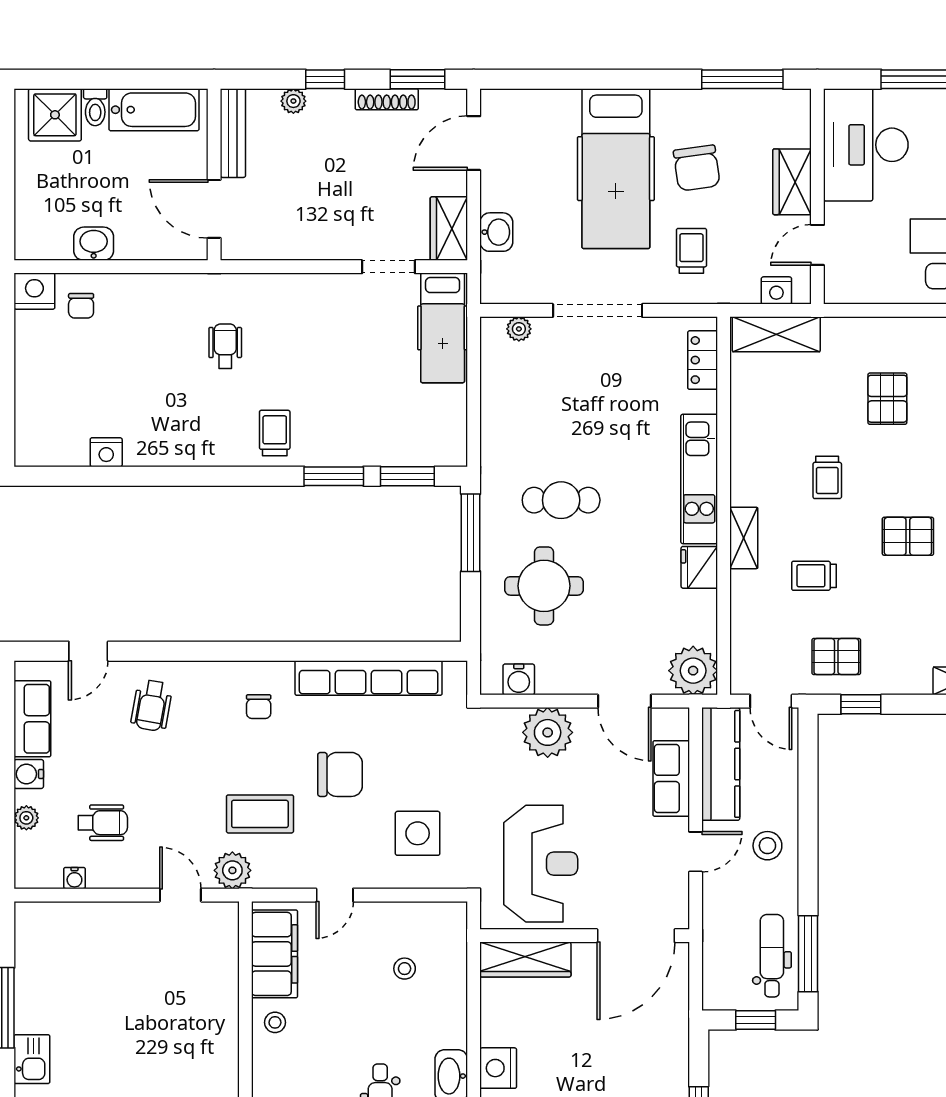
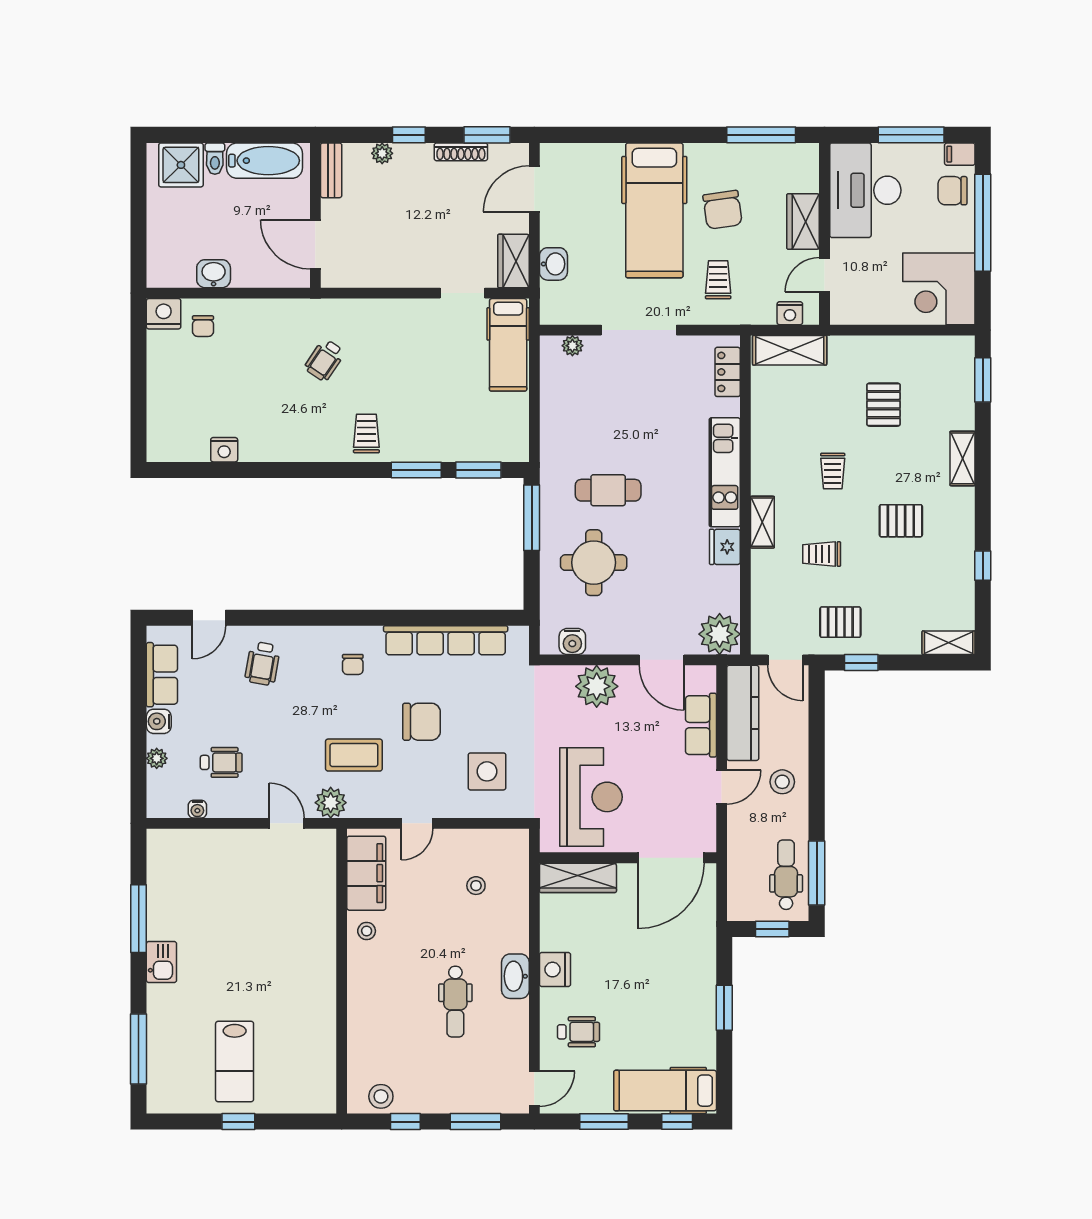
bench: (233, 133) -> (331, 170), width x0.73
wheelchair: (225, 346) -> (325, 360), turned -146

